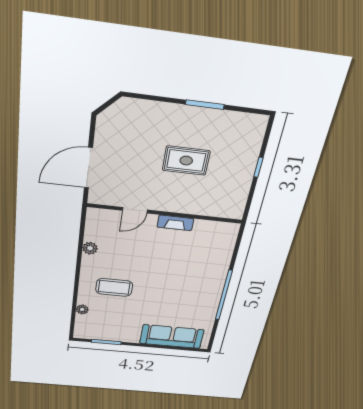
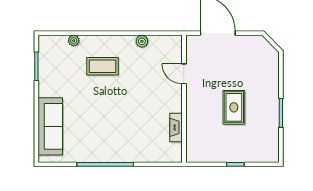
fireplace: (175, 223) -> (176, 127), moved
coffee table: (114, 287) -> (102, 66), turned 90

